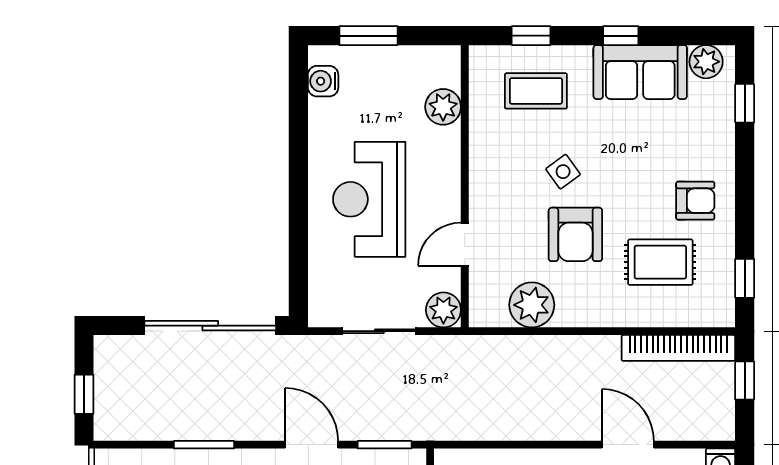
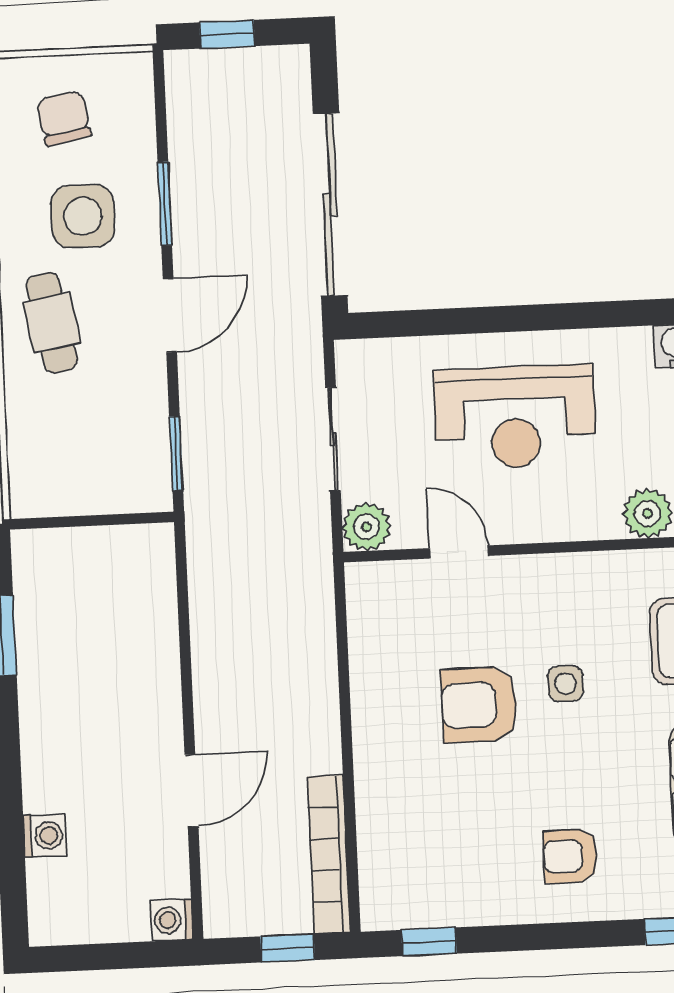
side table: (563, 172) -> (565, 684), turned 36
reception desk: (369, 199) -> (515, 417), turned 180
armchair: (695, 201) -> (570, 856), moved, turned 90
rug: (660, 262) -> (446, 824), removed
plant: (532, 305) -> (379, 649), removed
door: (312, 445) -> (170, 315), moved

